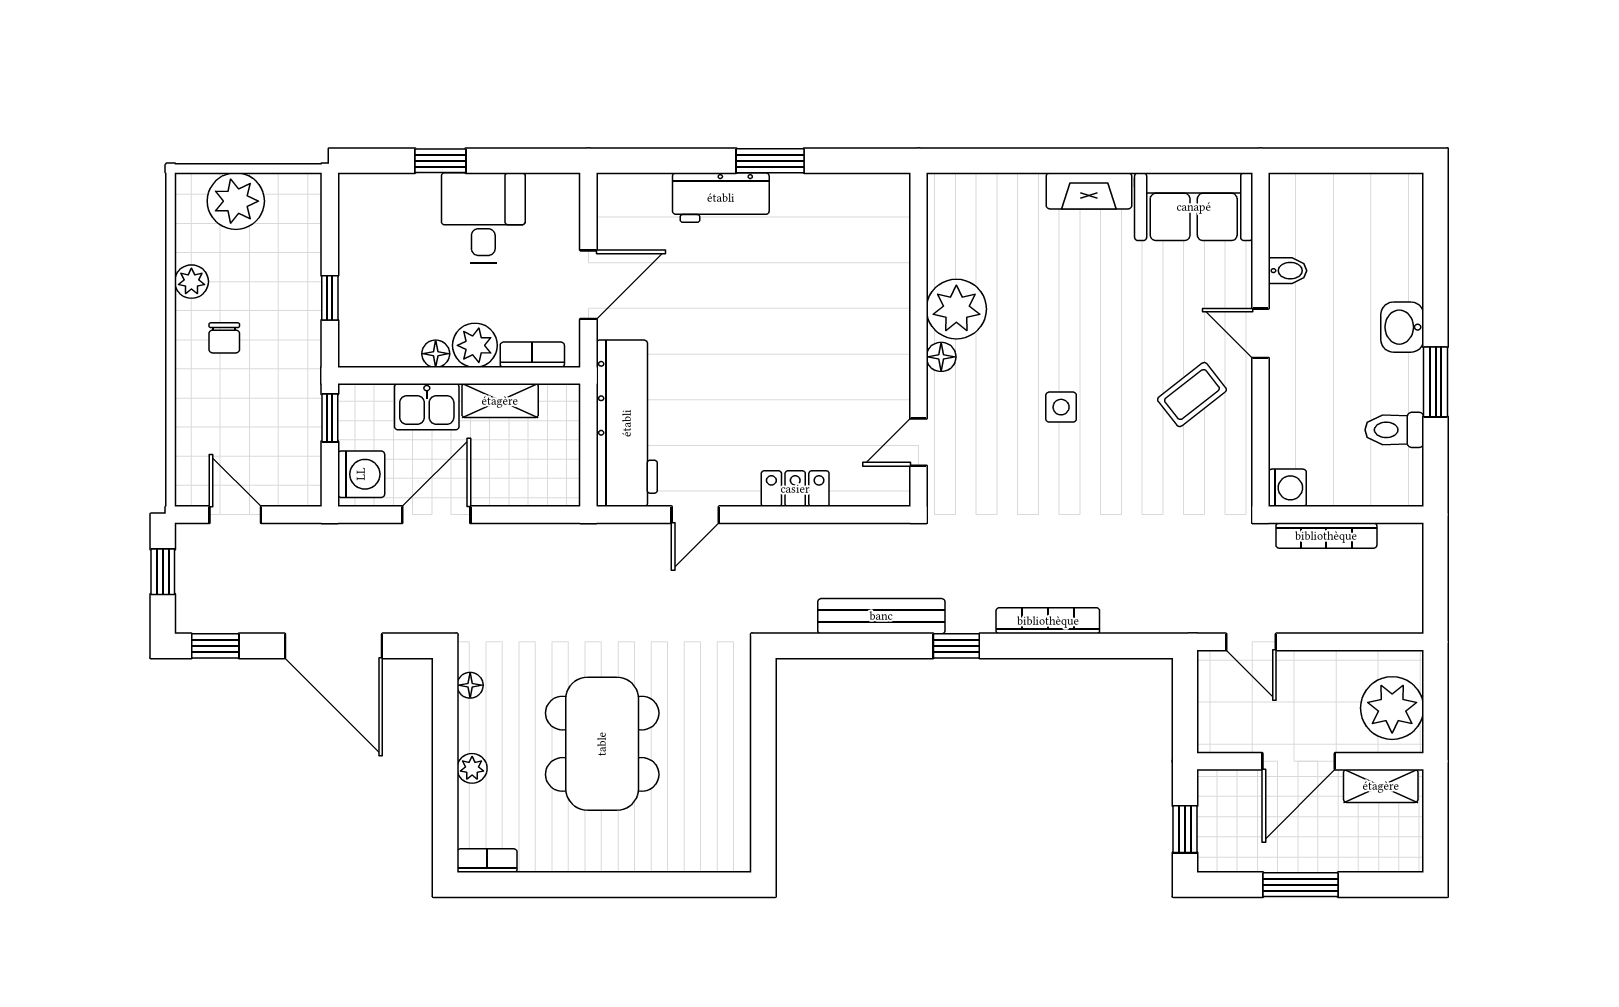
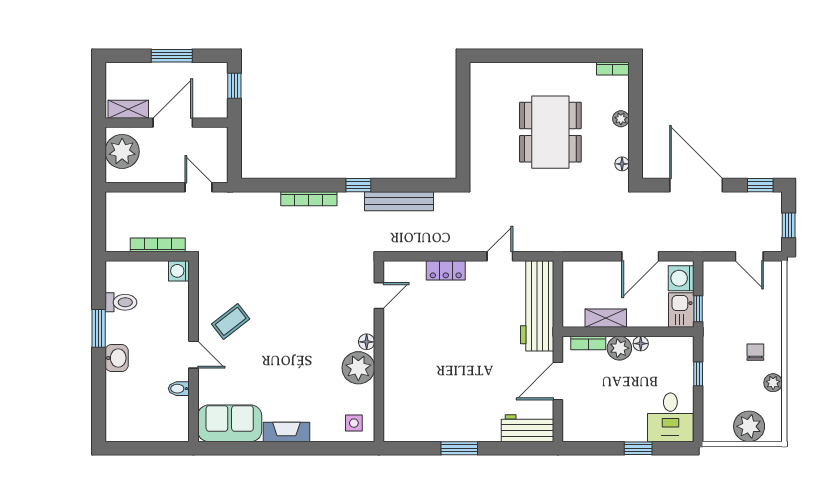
workbench: (721, 198) -> (527, 428), moved
desk: (483, 218) -> (670, 417), moved
kitchen sink: (427, 407) -> (681, 310), moved, turned -90
side table: (1061, 407) -> (354, 423), moved

